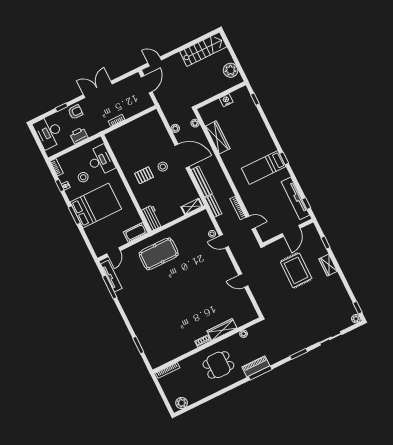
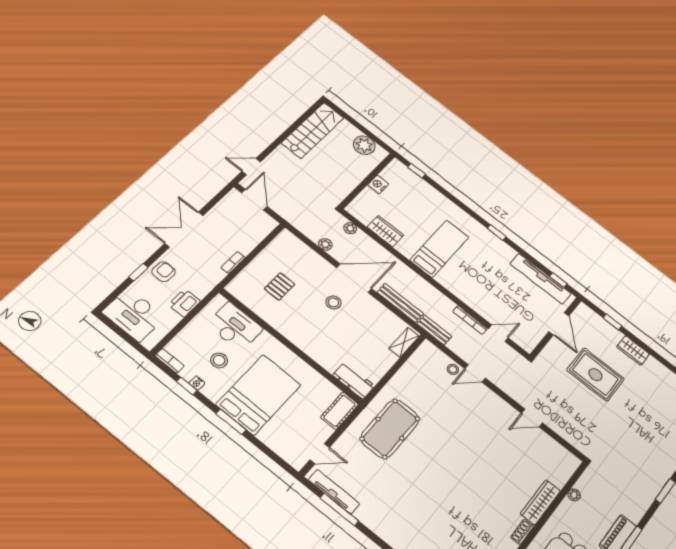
wardrobe: (218, 137) -> (385, 231), width x0.67
bed: (264, 167) -> (440, 249), moved, turned 180
pallet: (144, 175) -> (280, 286), moved
door: (113, 252) -> (320, 454), hinge flipped

